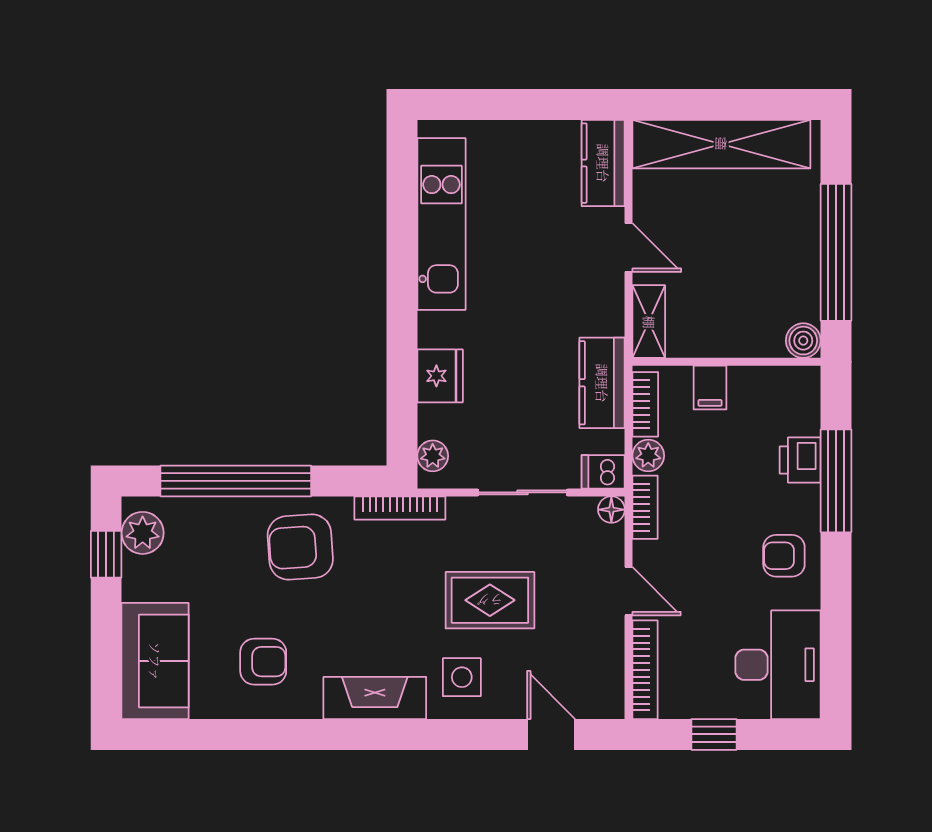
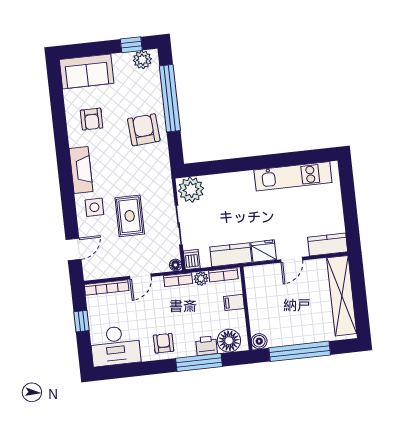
shelving: (649, 322) -> (260, 272), removed
fridge: (440, 376) -> (264, 251), moved, turned 180
floor lamp: (795, 408) -> (229, 341), added
plant: (433, 456) -> (191, 190), width x1.88, depth x1.88
bookcase: (400, 508) -> (166, 172), removed

